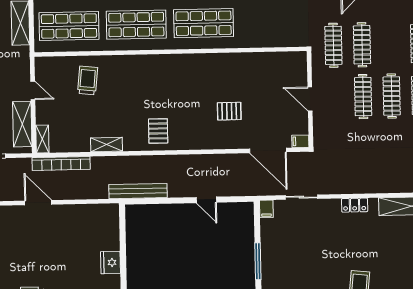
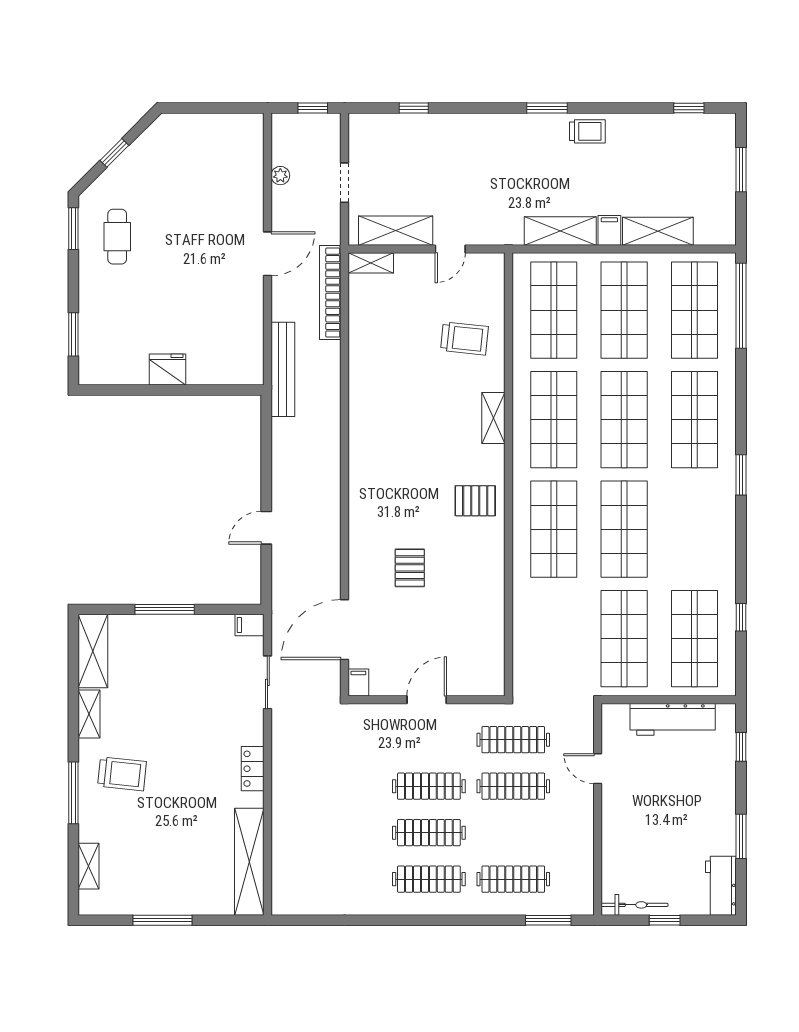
pallet: (158, 131) -> (475, 501), moved
shelving: (106, 145) -> (493, 418), moved
bench: (138, 191) -> (283, 369), moved

